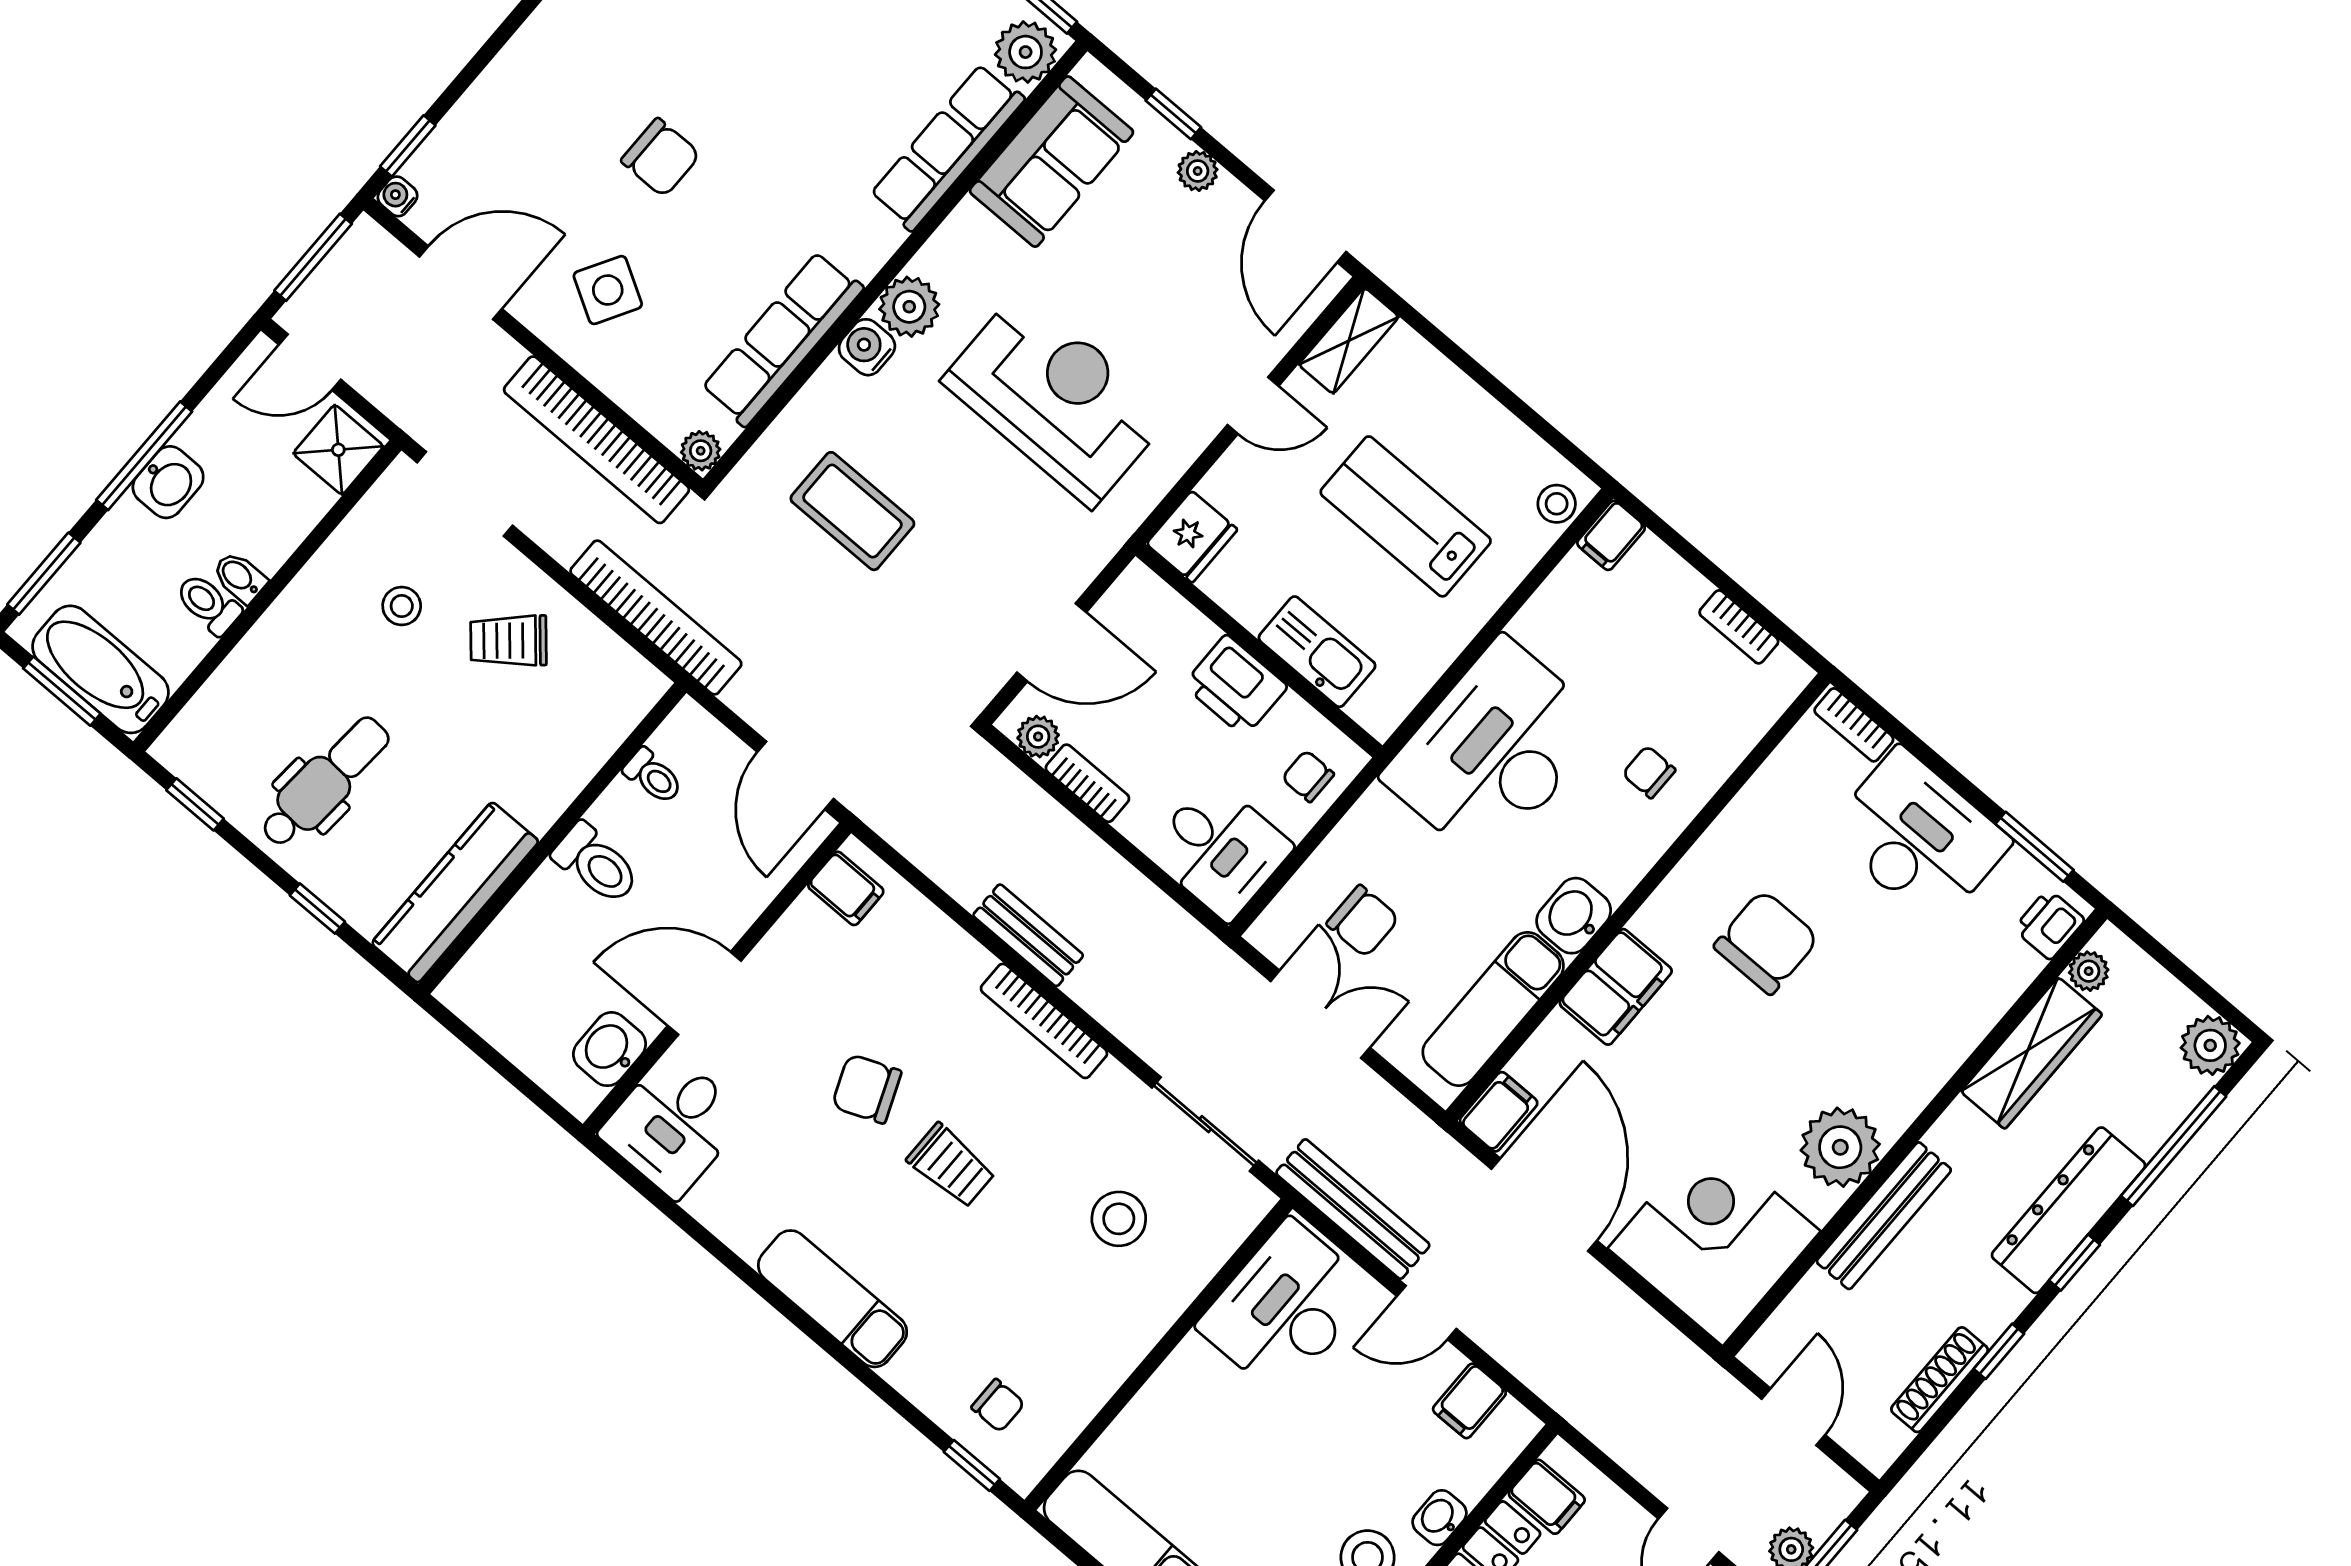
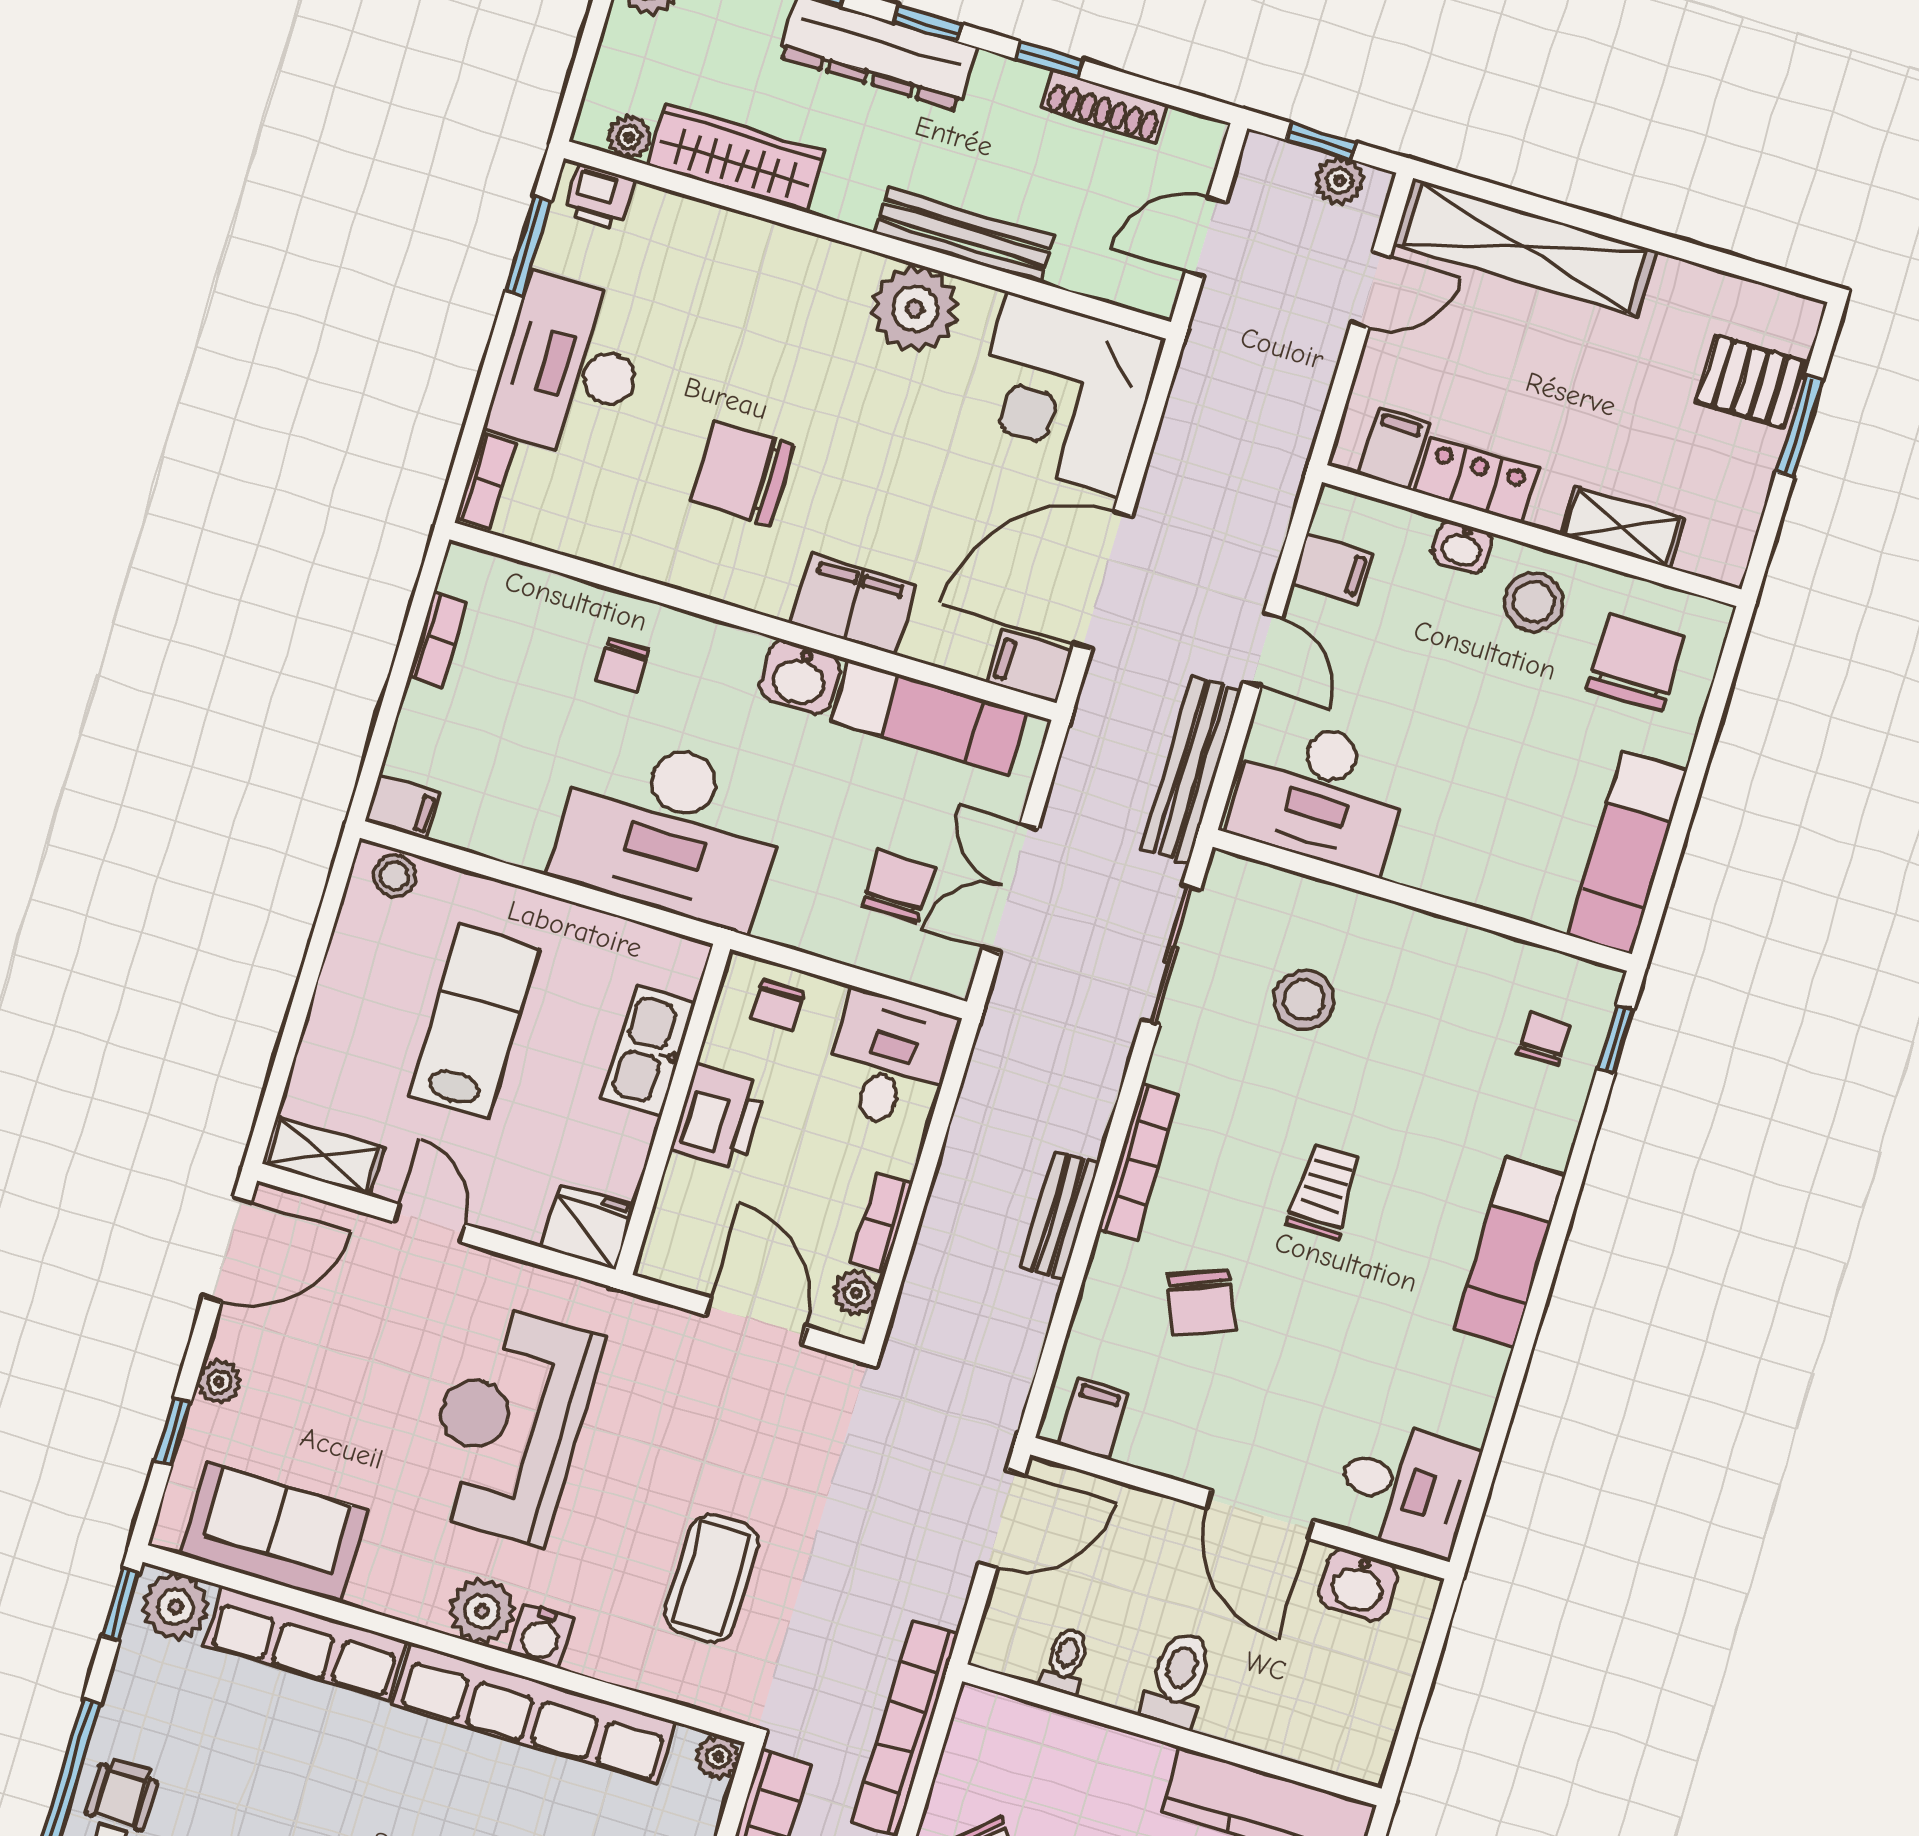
row of seats: (782, 339) -> (535, 1713), width x1.36
lab bench: (1406, 516) -> (474, 1021), turned 180
chair: (867, 1089) -> (1200, 1302), moved

